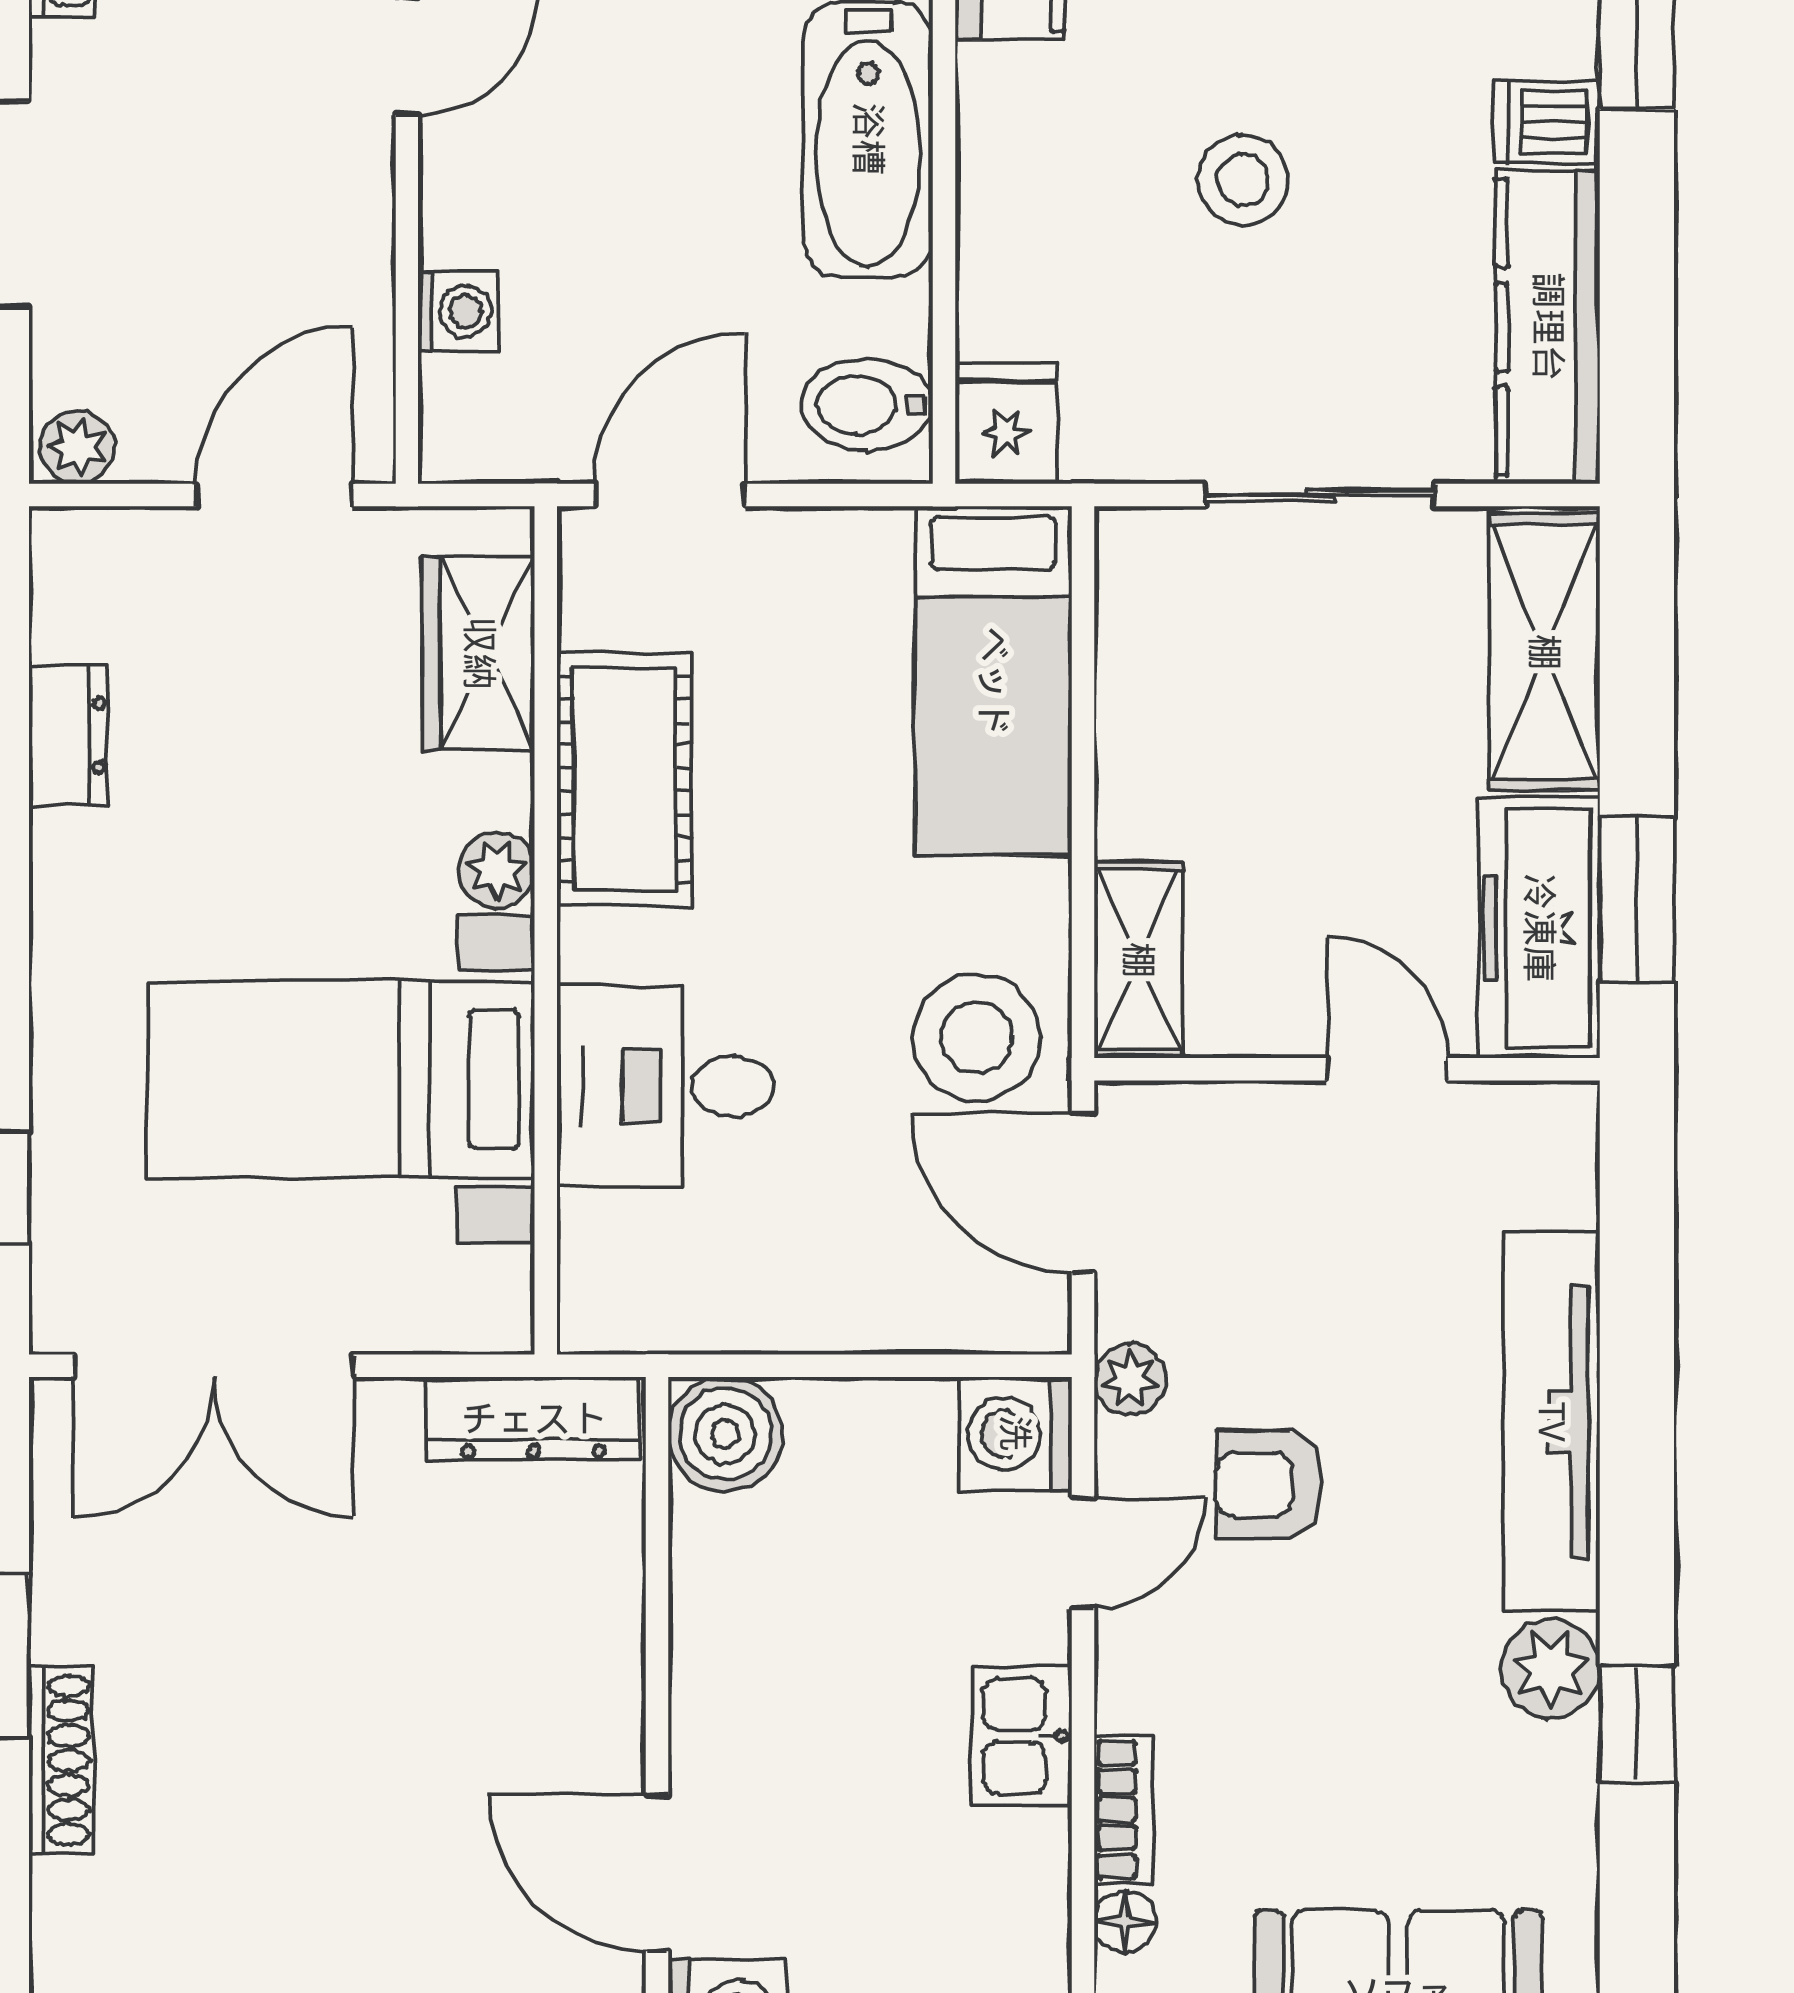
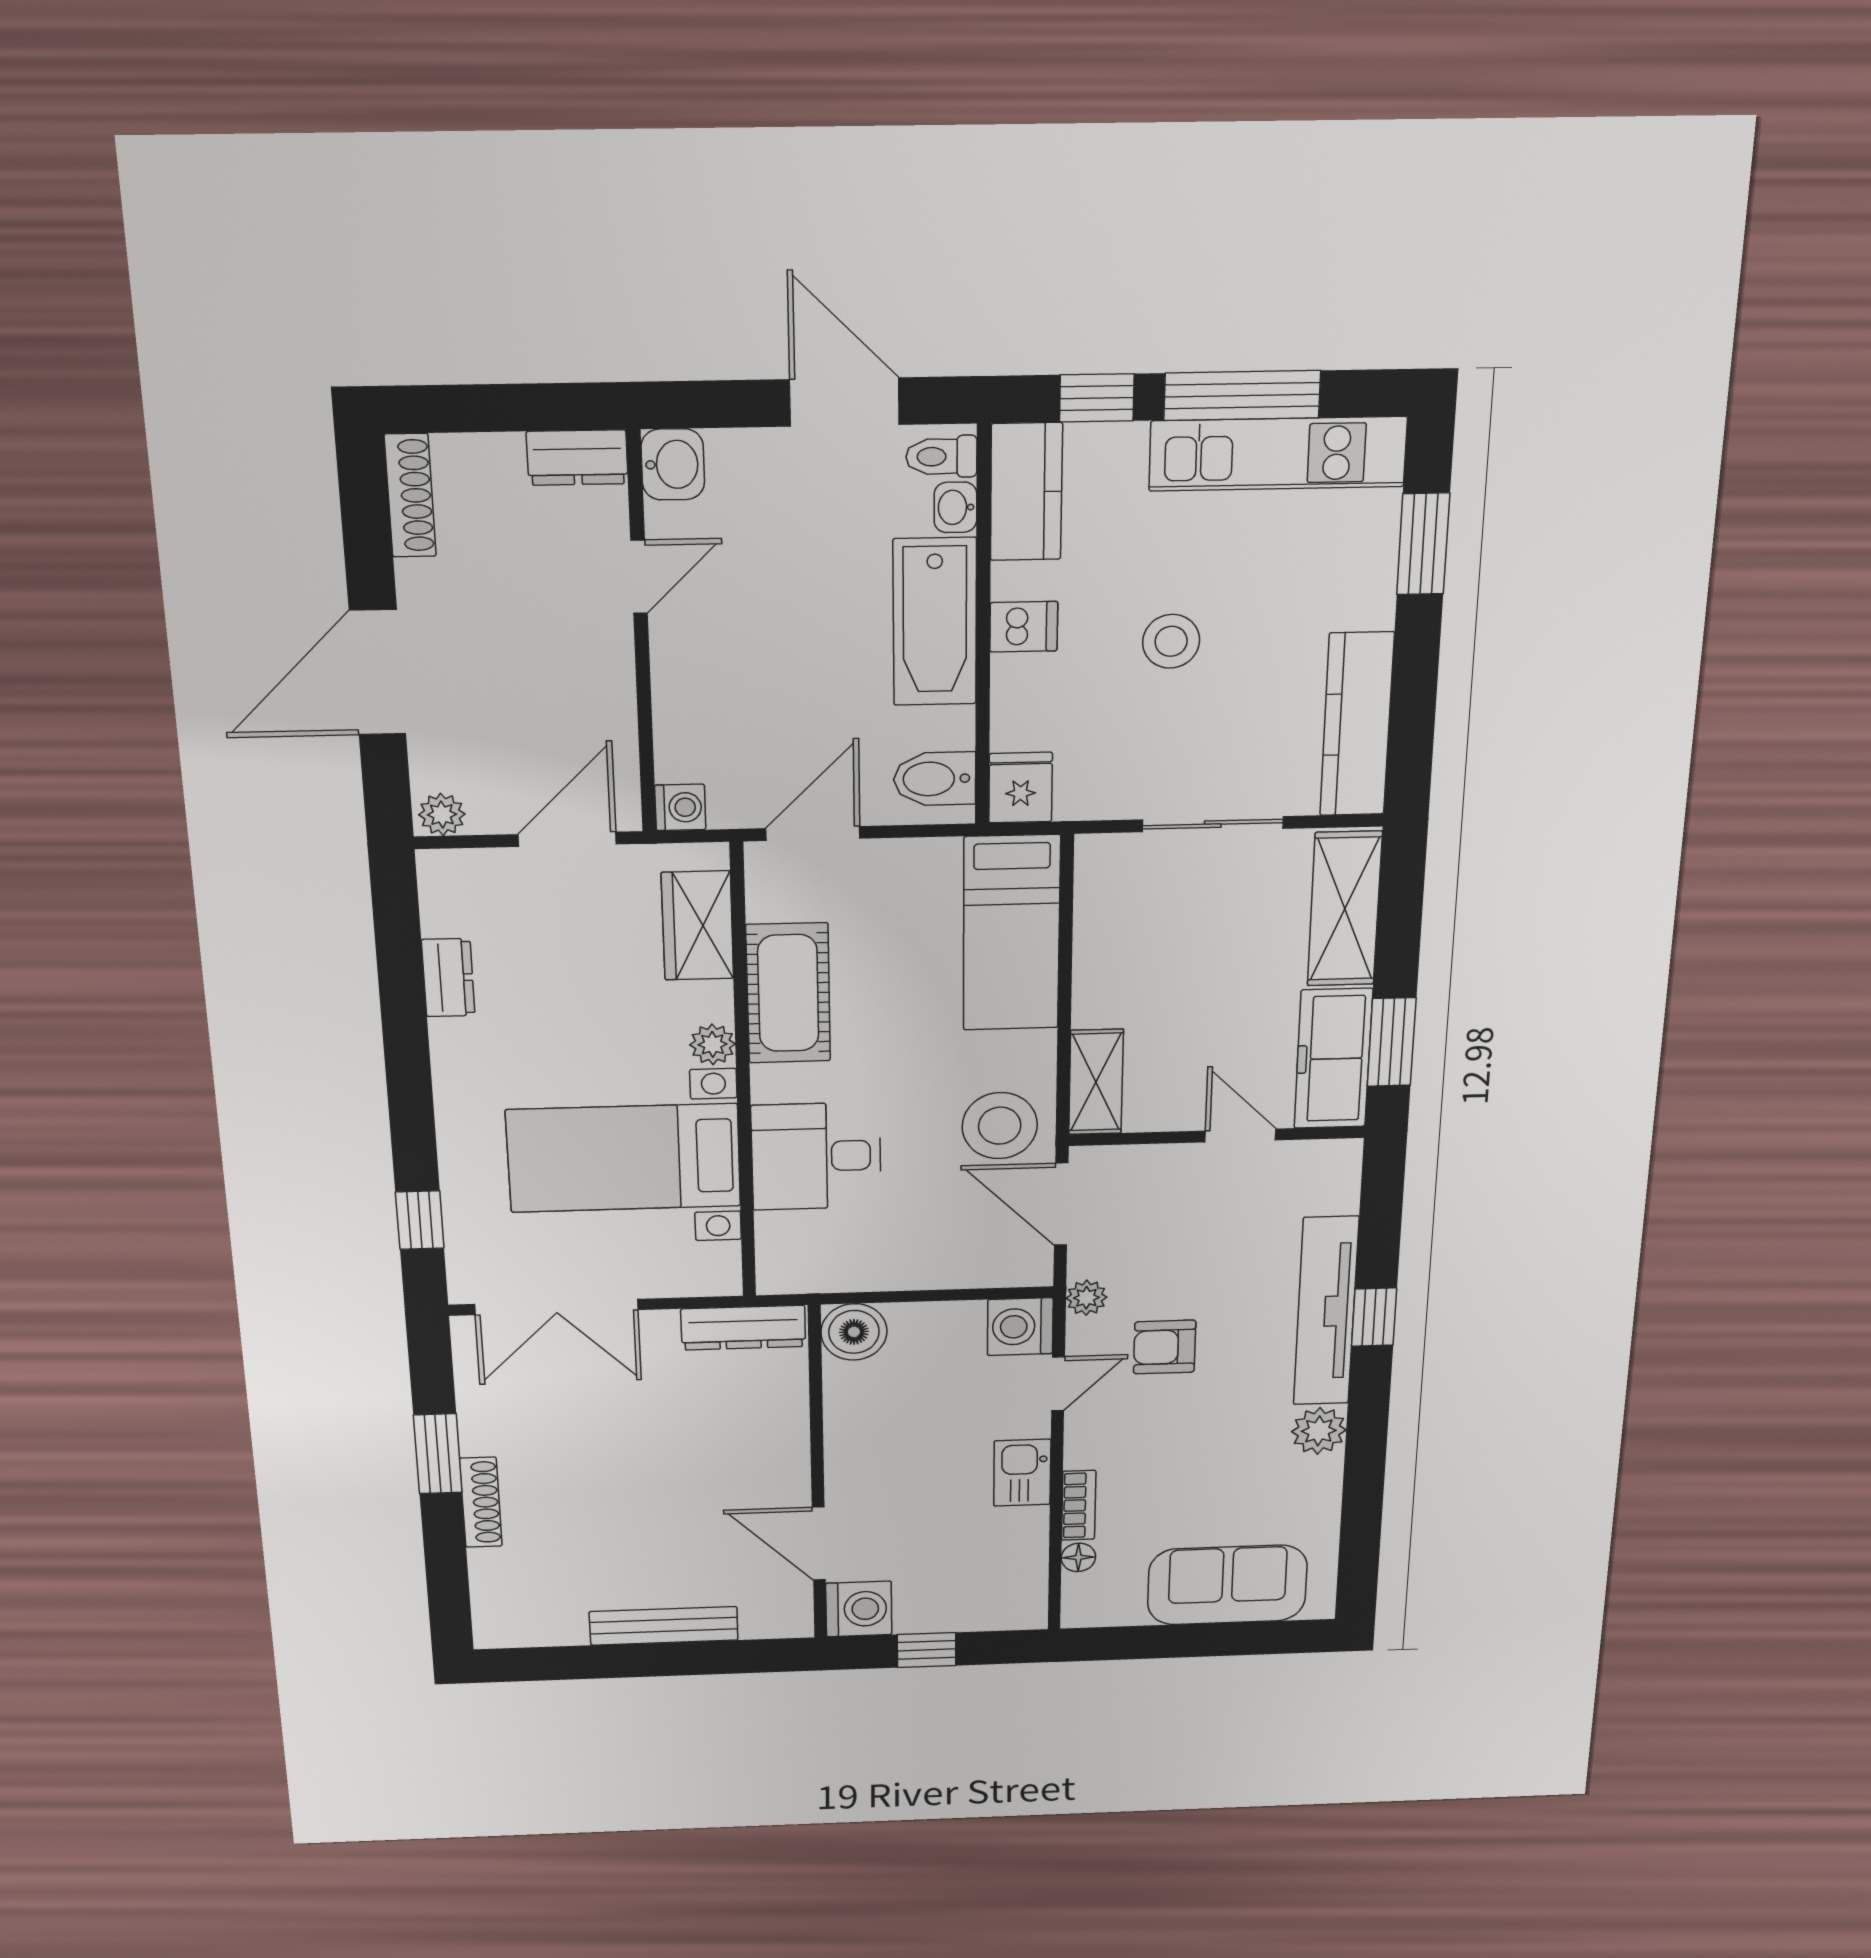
dishwasher: (1547, 122) -> (1024, 627), moved, turned 180
washing machine: (458, 311) -> (680, 807), moved
window: (1637, 1724) -> (1374, 1317), moved

